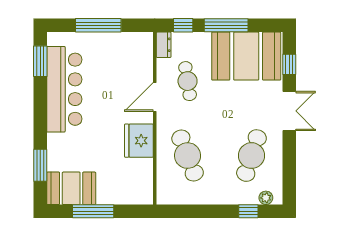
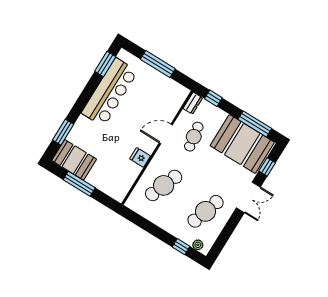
window: (226, 25) -> (255, 124), moved
fridge: (139, 141) -> (140, 157), width x0.53, depth x0.75
cafe table: (188, 156) -> (164, 185), turned 42

